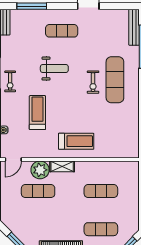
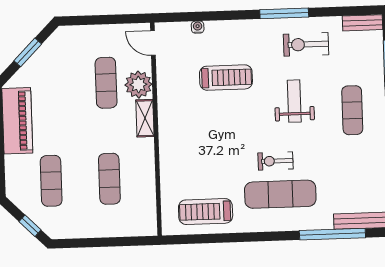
weight bench: (54, 69) -> (294, 101), turned 180
exercise bike: (10, 81) -> (306, 44), moved, width x1.38, depth x1.39
treadmill: (76, 141) -> (206, 212), moved, turned 90

